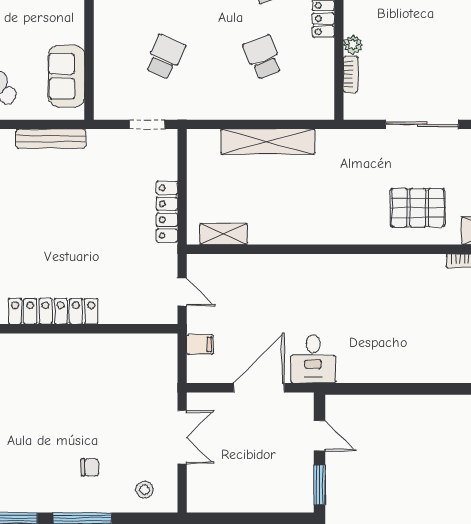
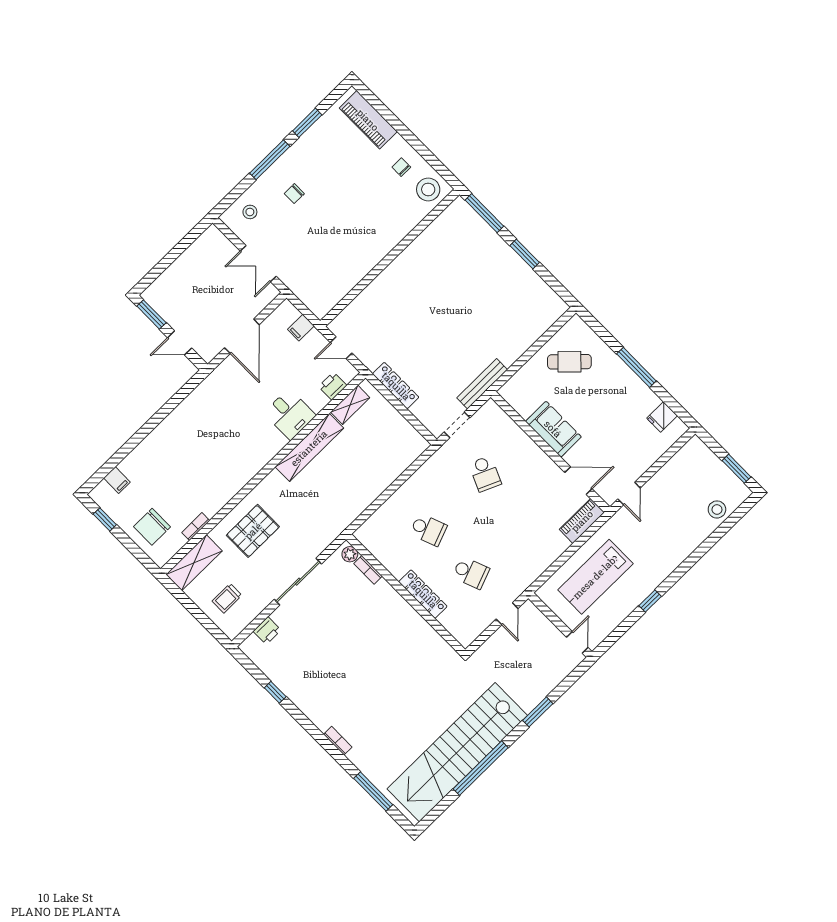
plant: (353, 45) -> (350, 554), moved
sofa: (66, 76) -> (553, 429), moved
bench: (51, 139) -> (482, 384), moved
shelving: (268, 142) -> (309, 448), moved
printer: (223, 266) -> (333, 386), added
locker: (53, 311) -> (405, 263), removed
desk: (313, 359) -> (290, 414), moved, turned 180

